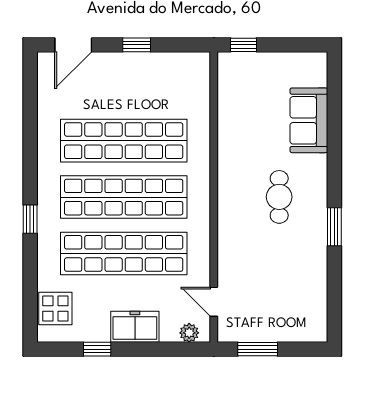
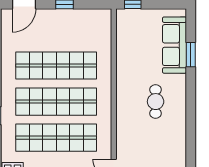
sofa: (309, 120) -> (175, 45), width x1.36
window: (334, 227) -> (191, 55), moved

